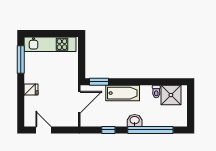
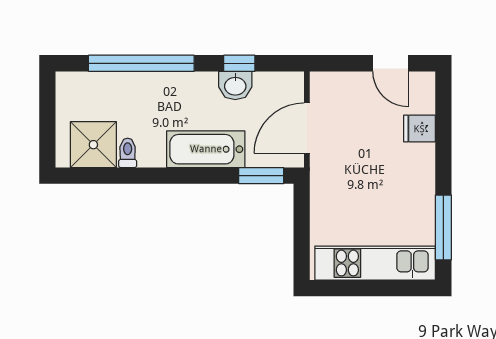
fridge: (31, 89) -> (419, 129), moved
washbasin: (135, 120) -> (235, 85), moved

